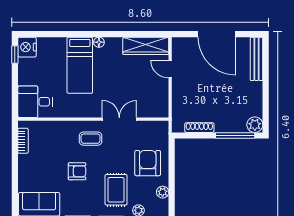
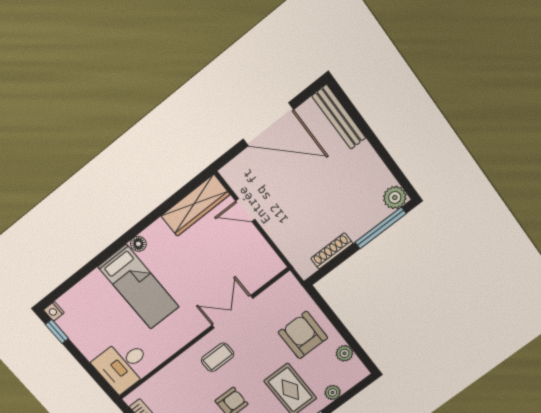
nightstand: (27, 47) -> (54, 311), width x0.53, depth x0.56

